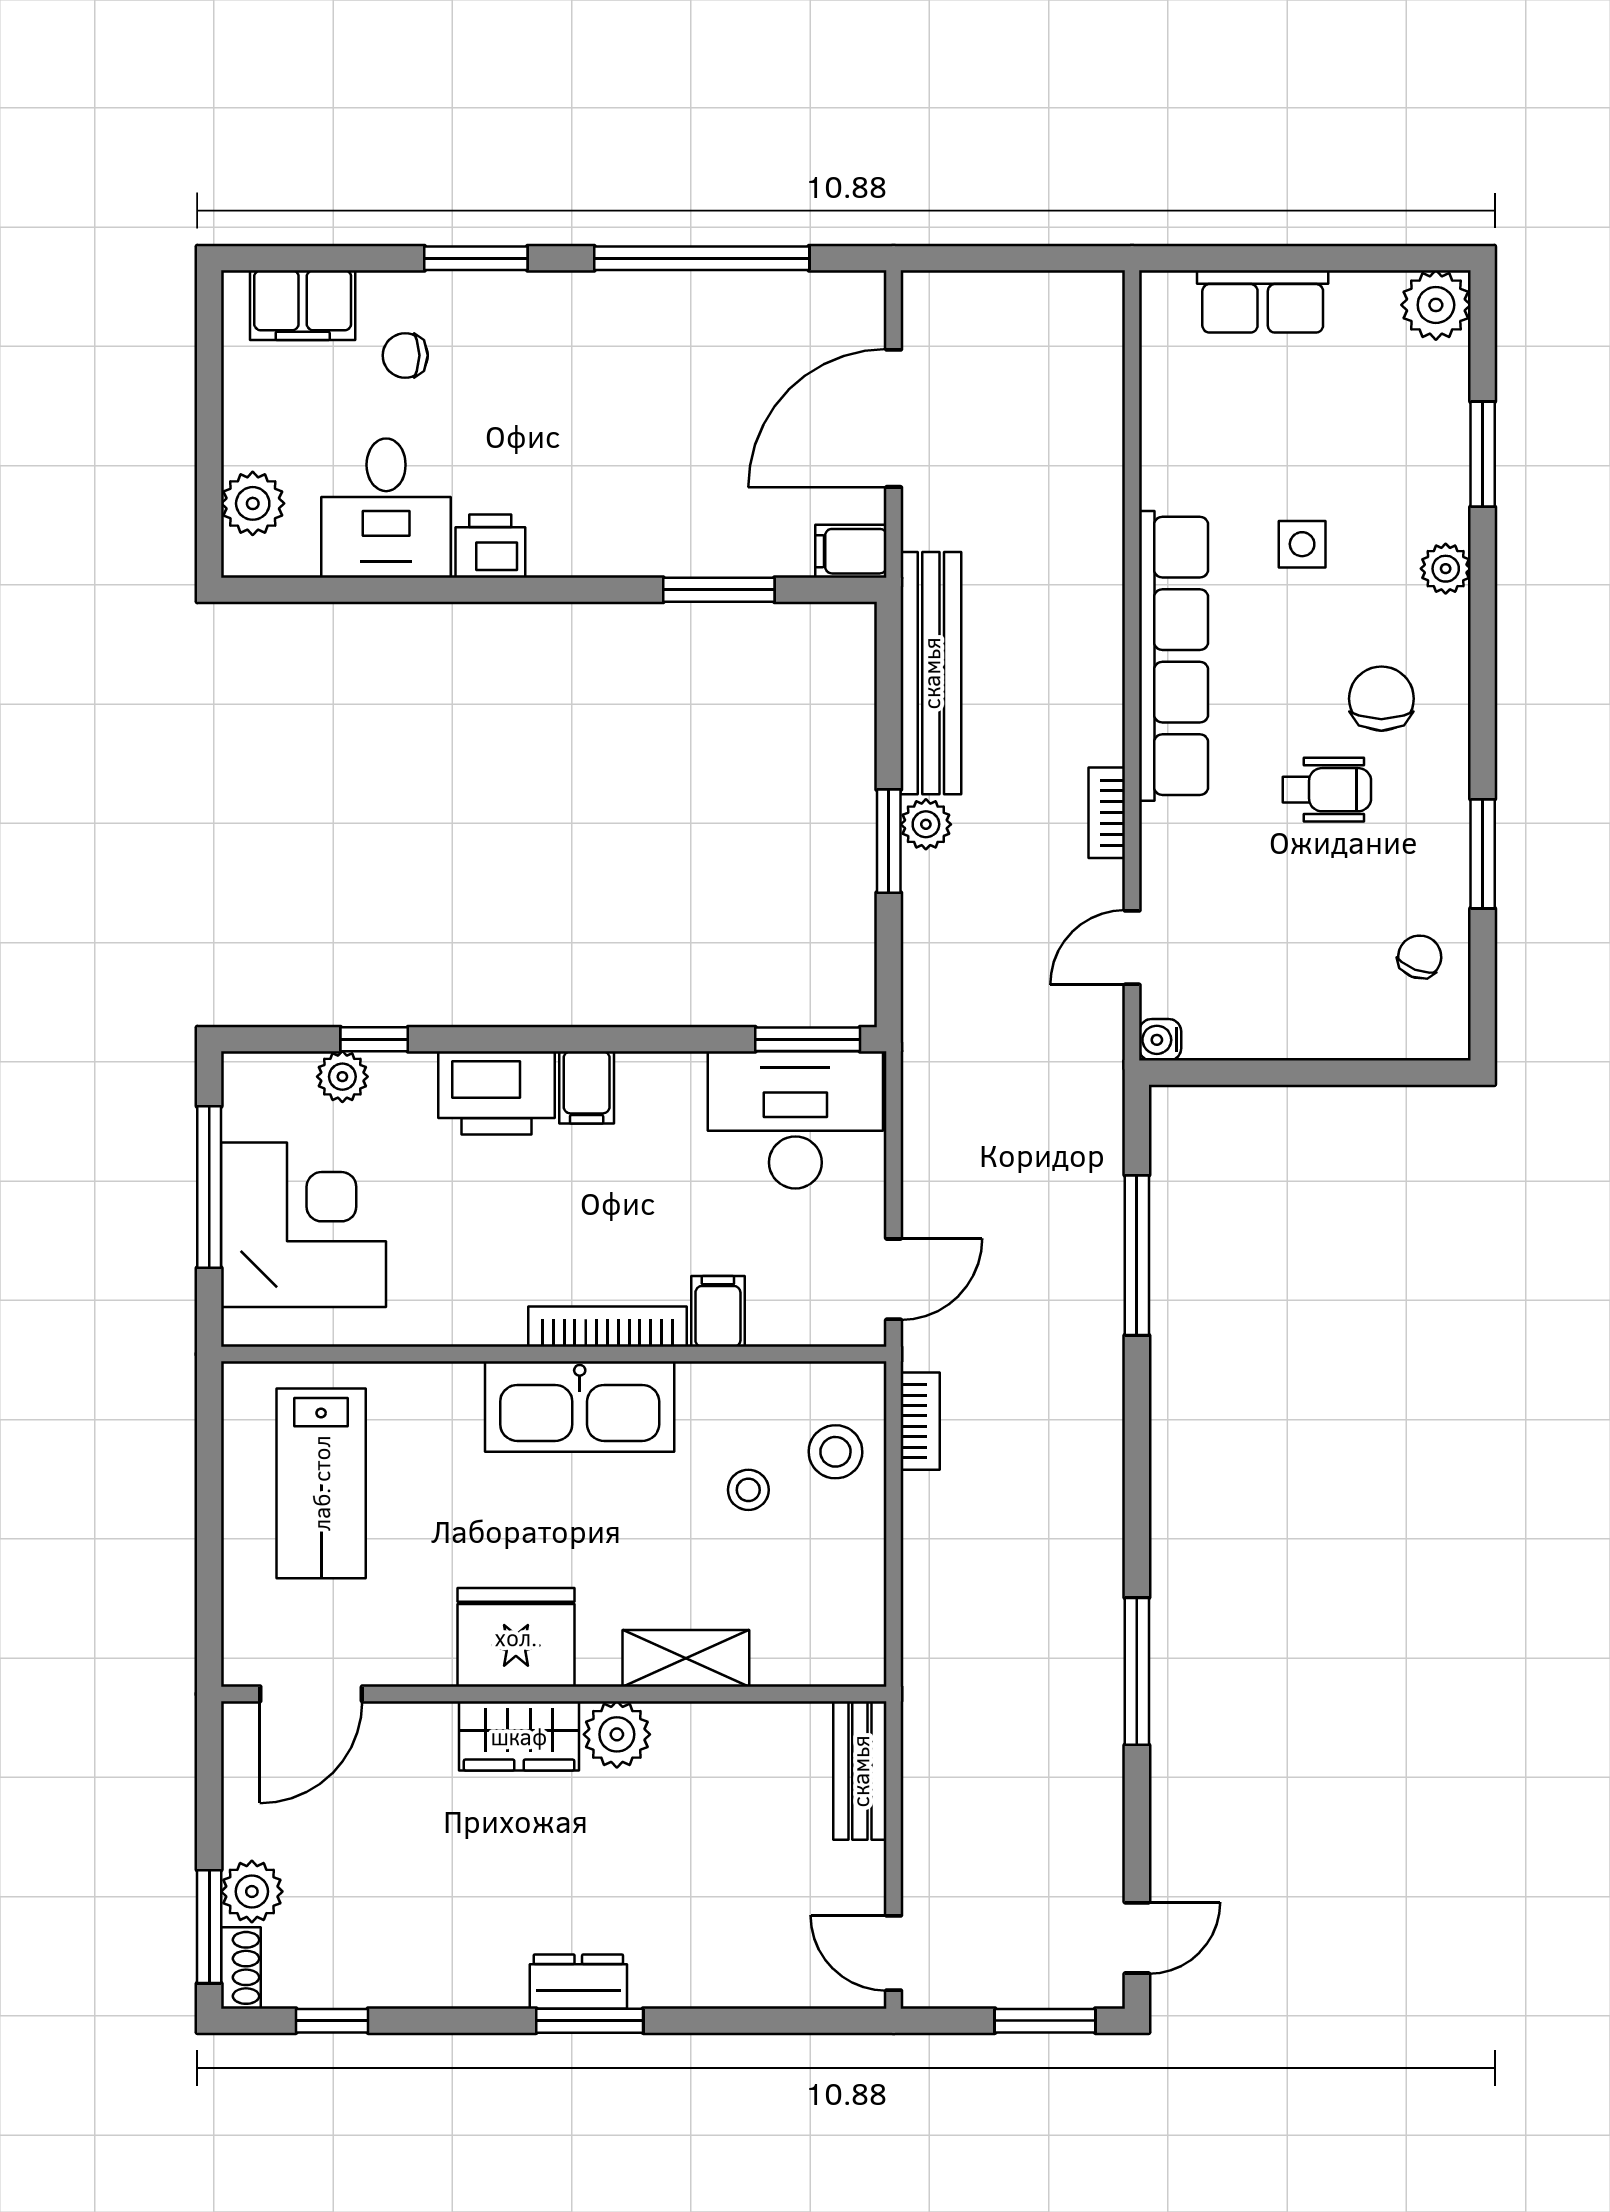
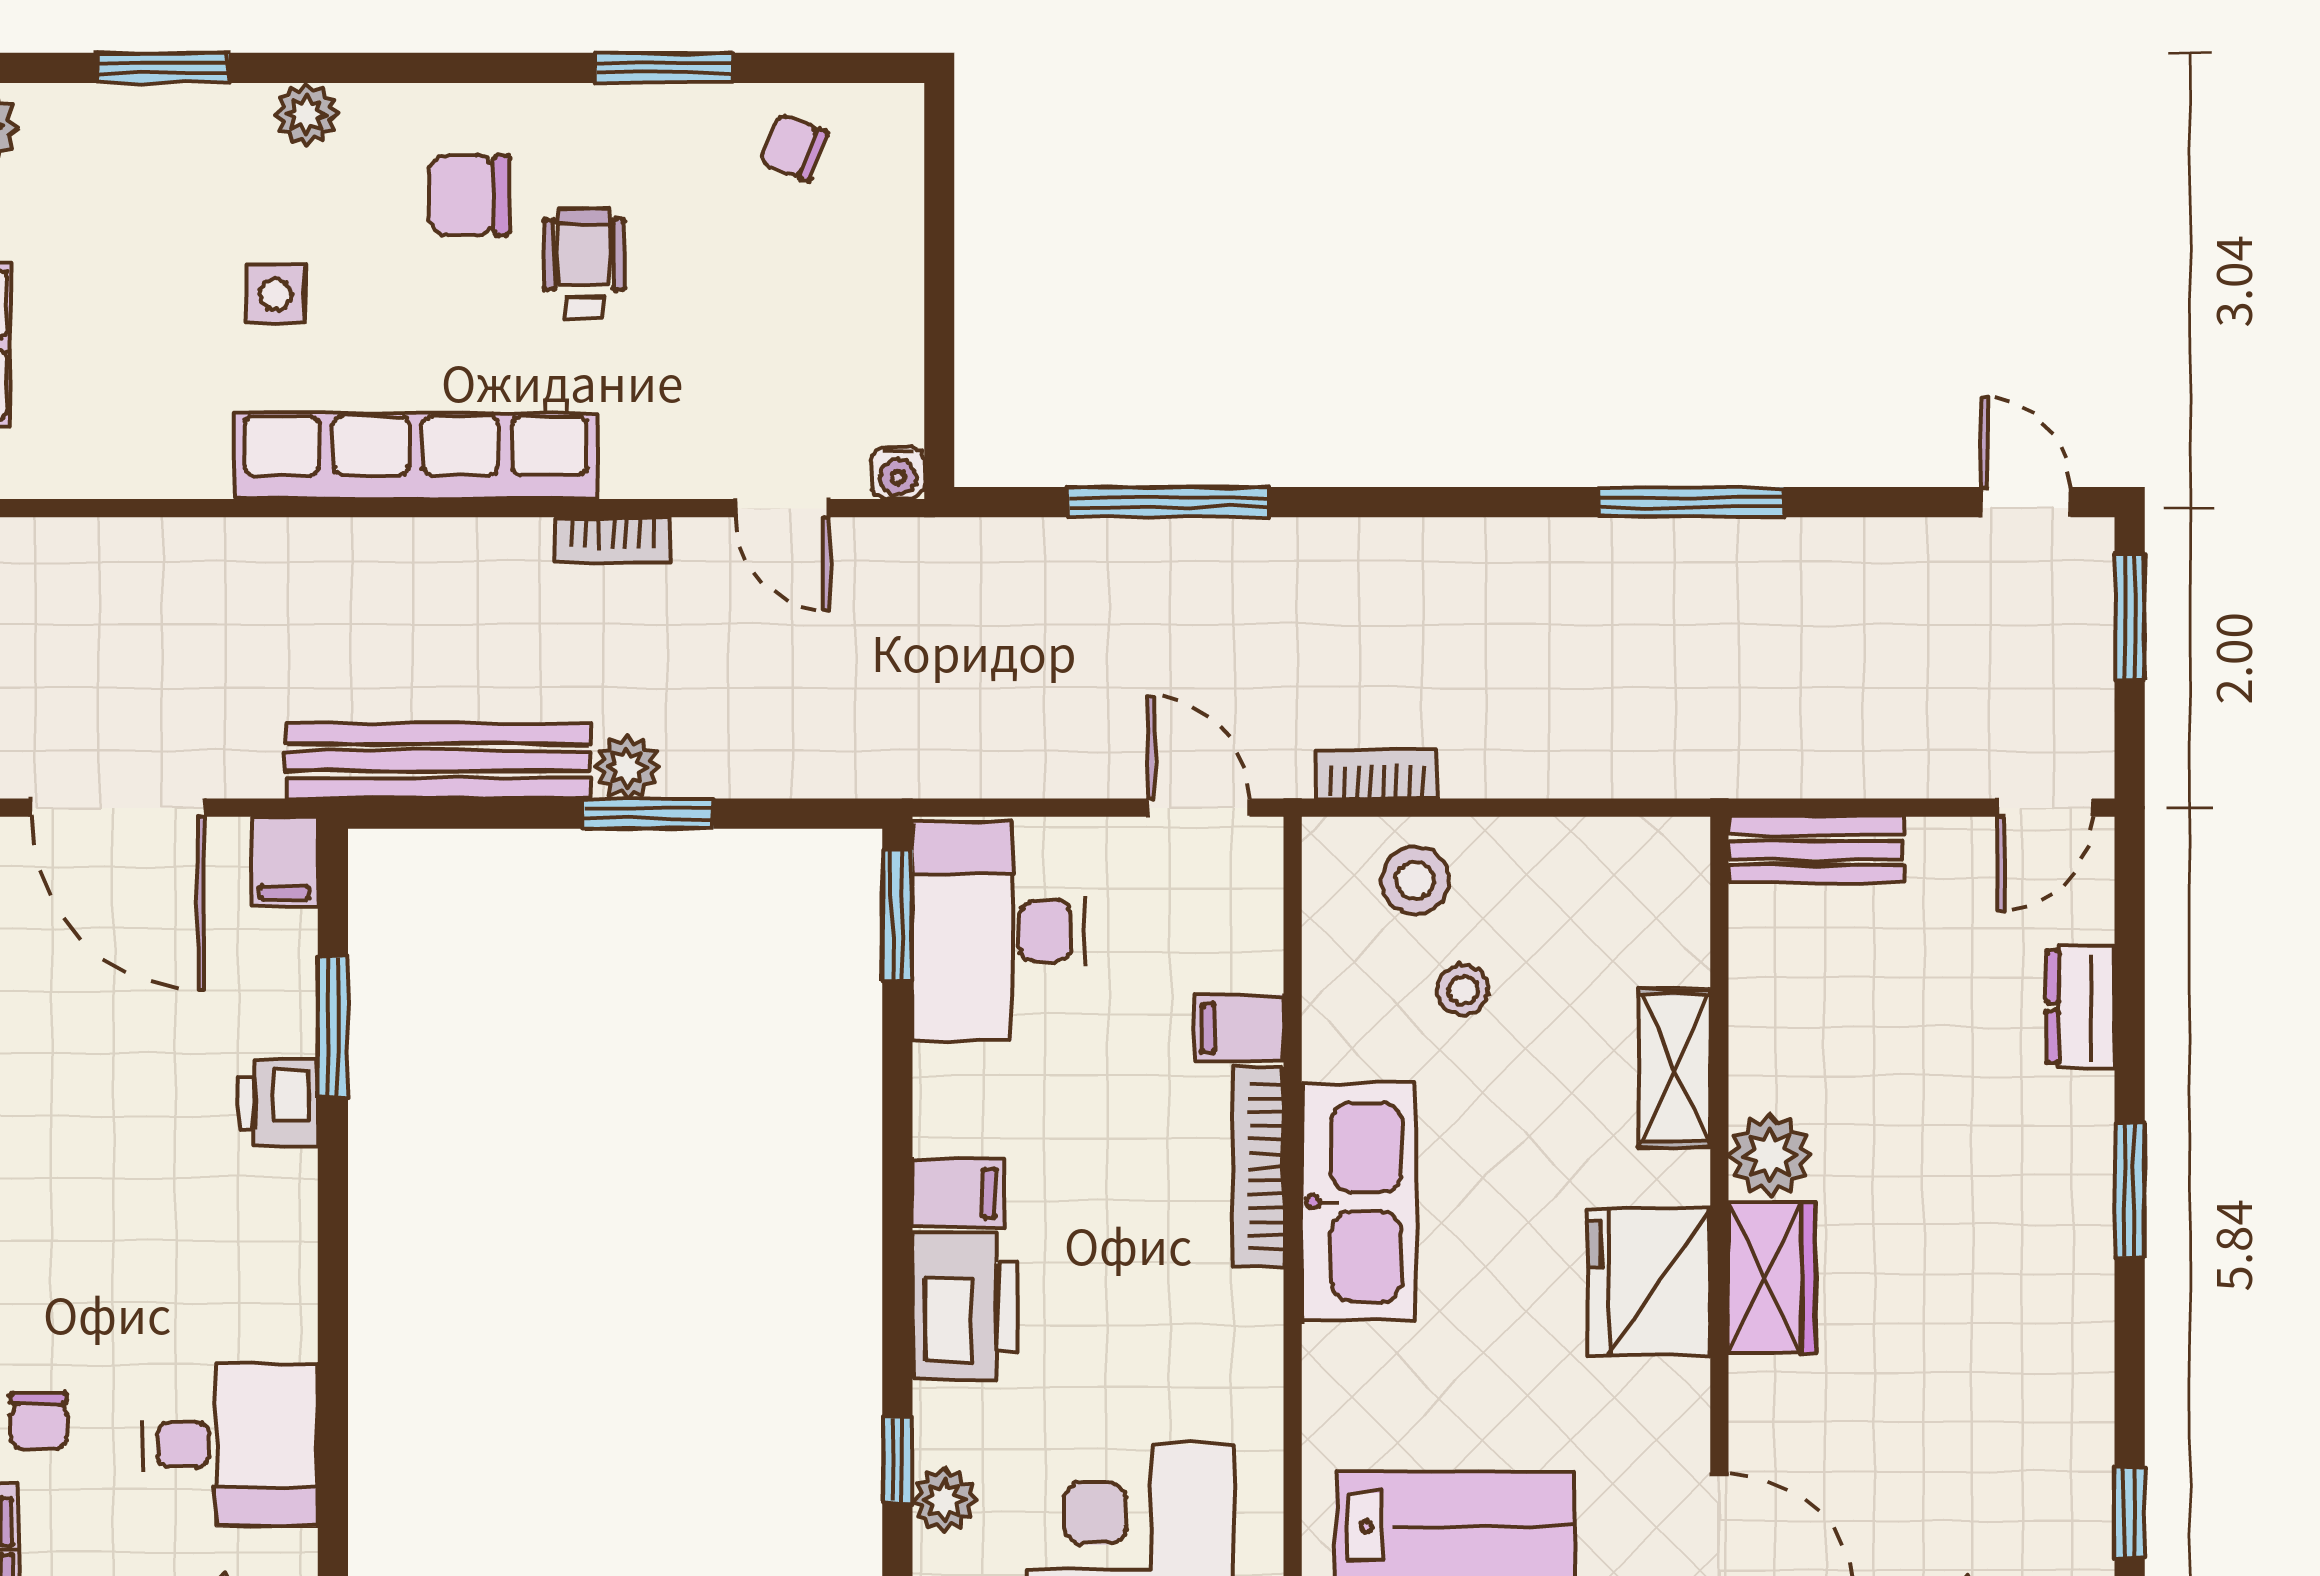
printer: (490, 546) -> (278, 1103), moved
dresser: (578, 1982) -> (2081, 1007), moved

